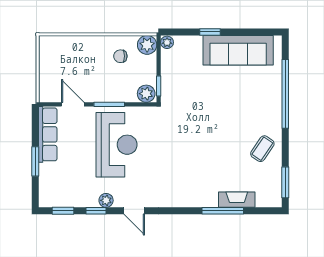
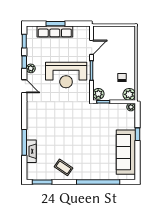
row of seats: (48, 134) -> (55, 32), moved
door: (134, 211) -> (24, 86), swing flipped

